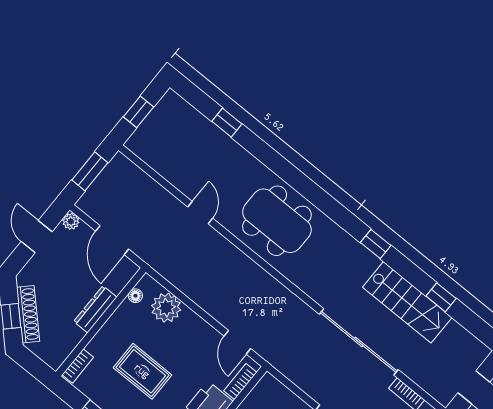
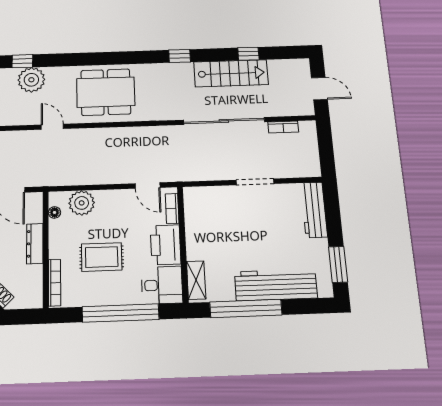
plant: (220, 149) -> (31, 80), added
bookcase: (78, 366) -> (55, 283), width x1.56

